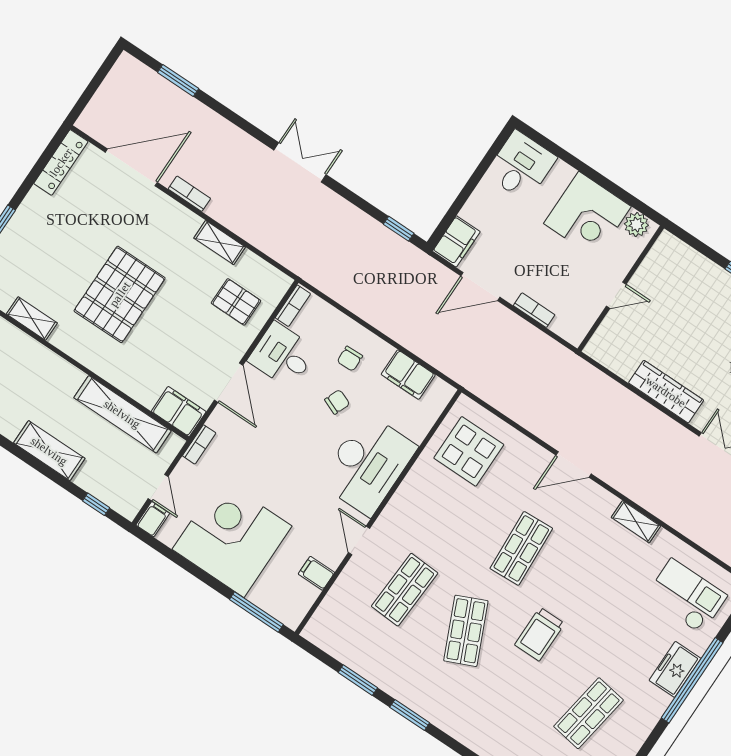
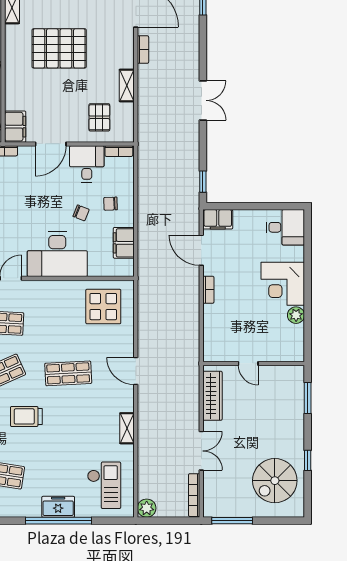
wall: (621, 289) -> (254, 363), moved
door: (616, 295) -> (248, 363), moved

